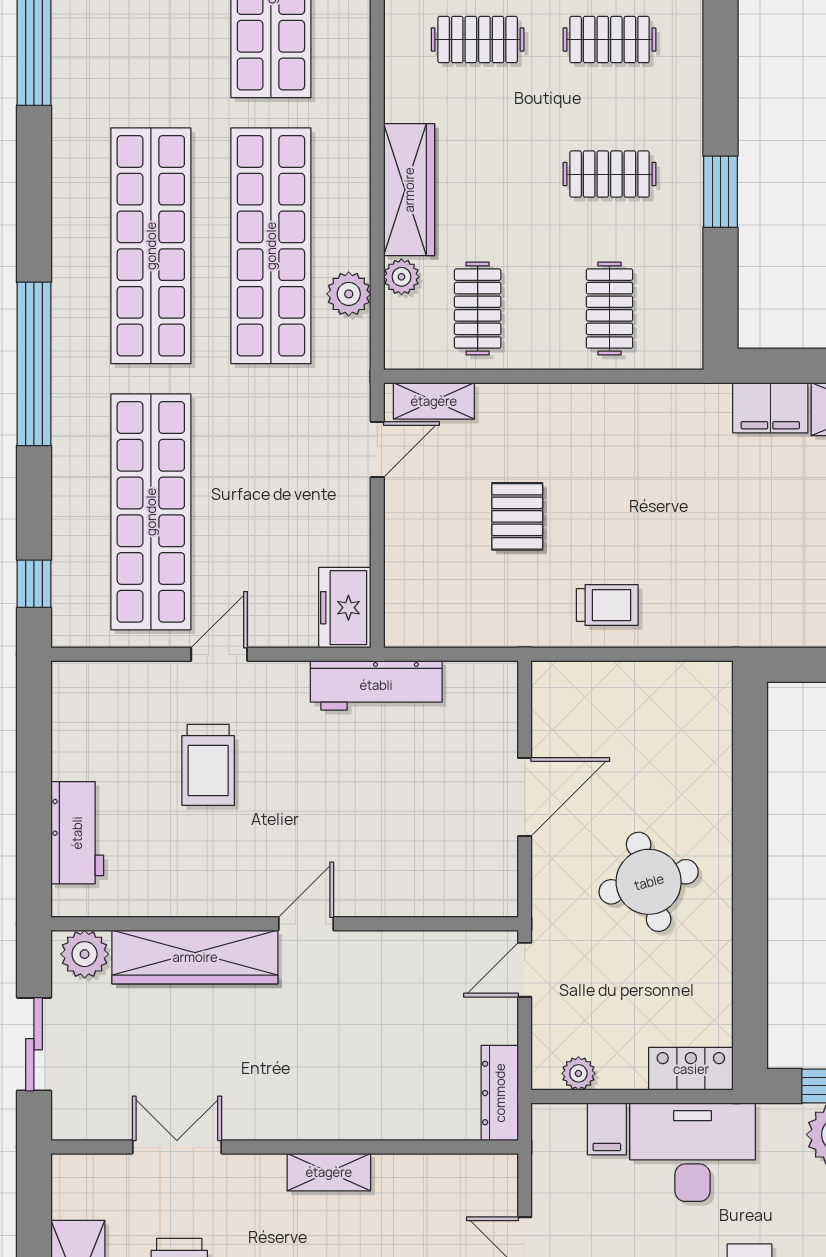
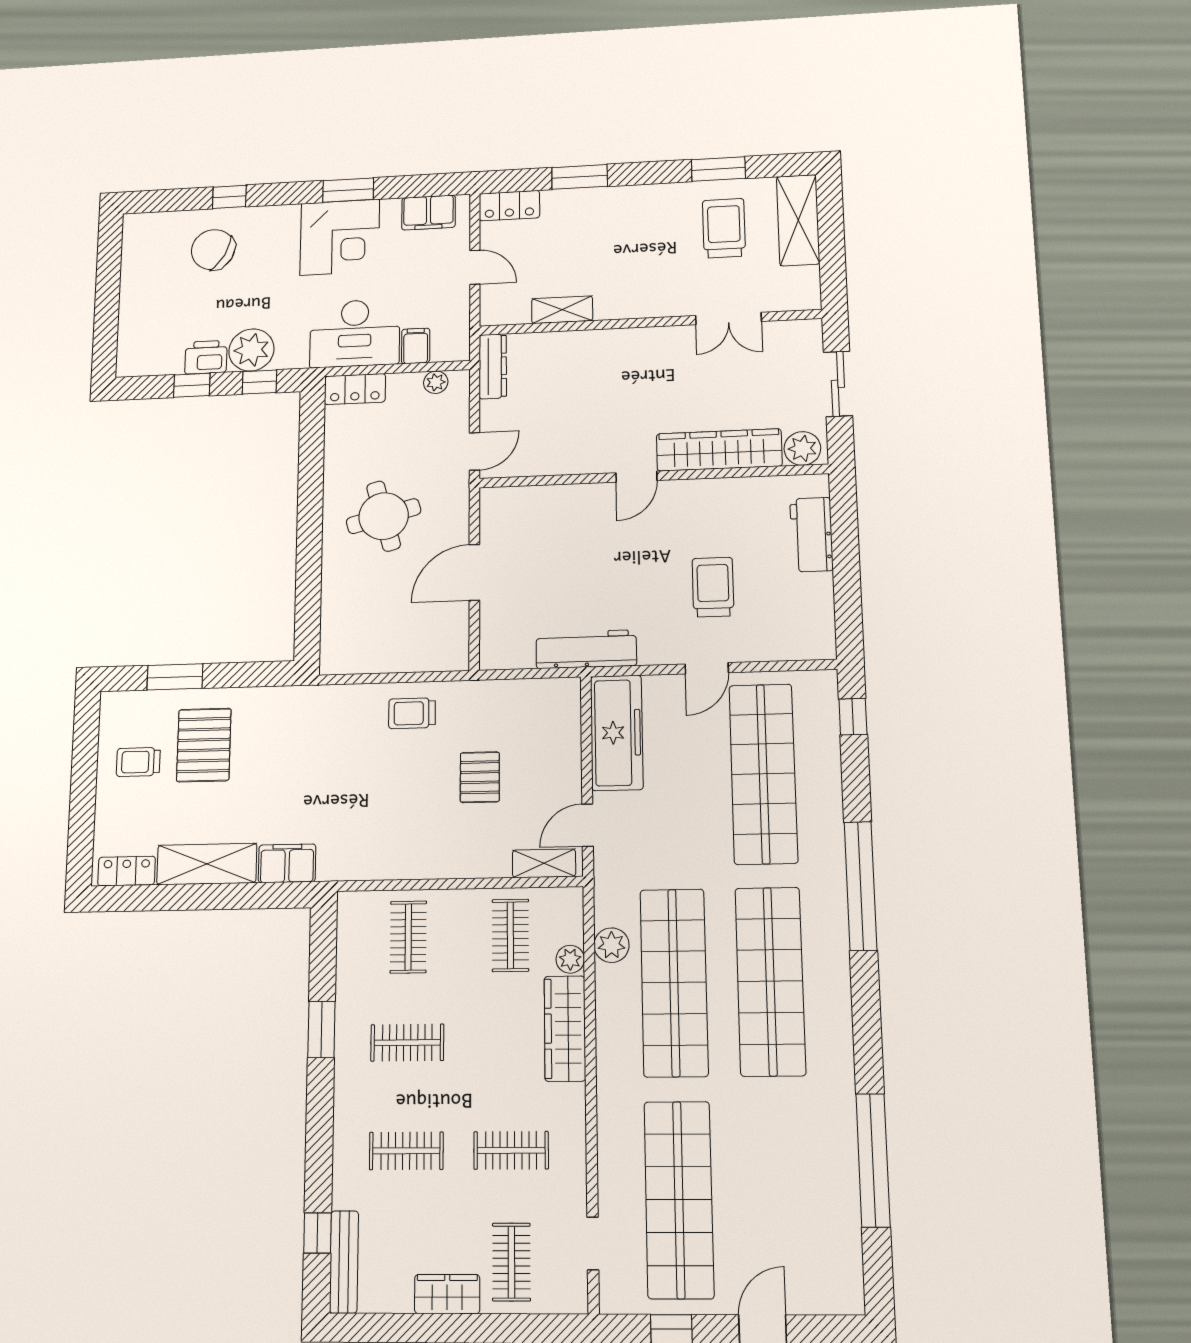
freezer: (345, 608) -> (617, 733), width x1.91, depth x1.26
shelving: (329, 1172) -> (562, 310), moved

